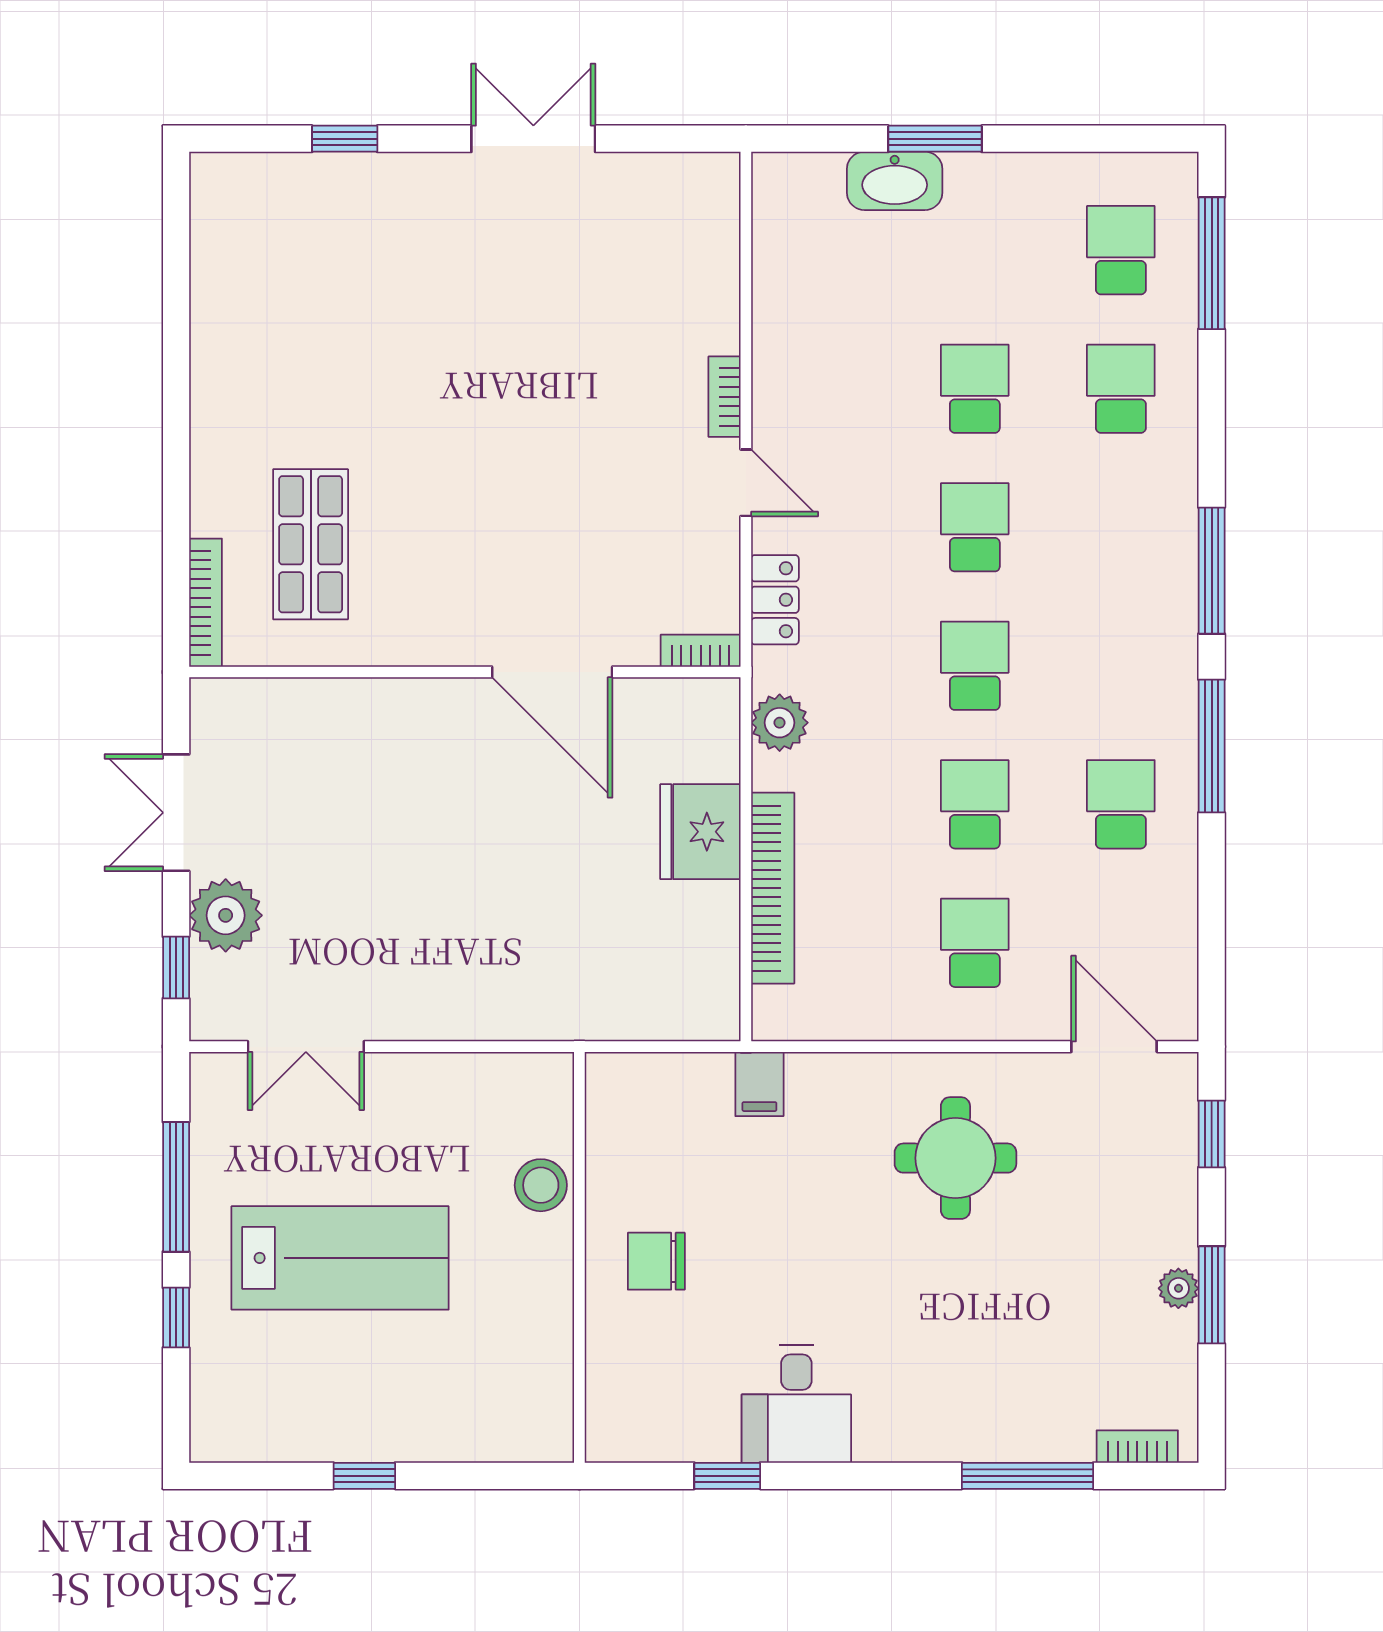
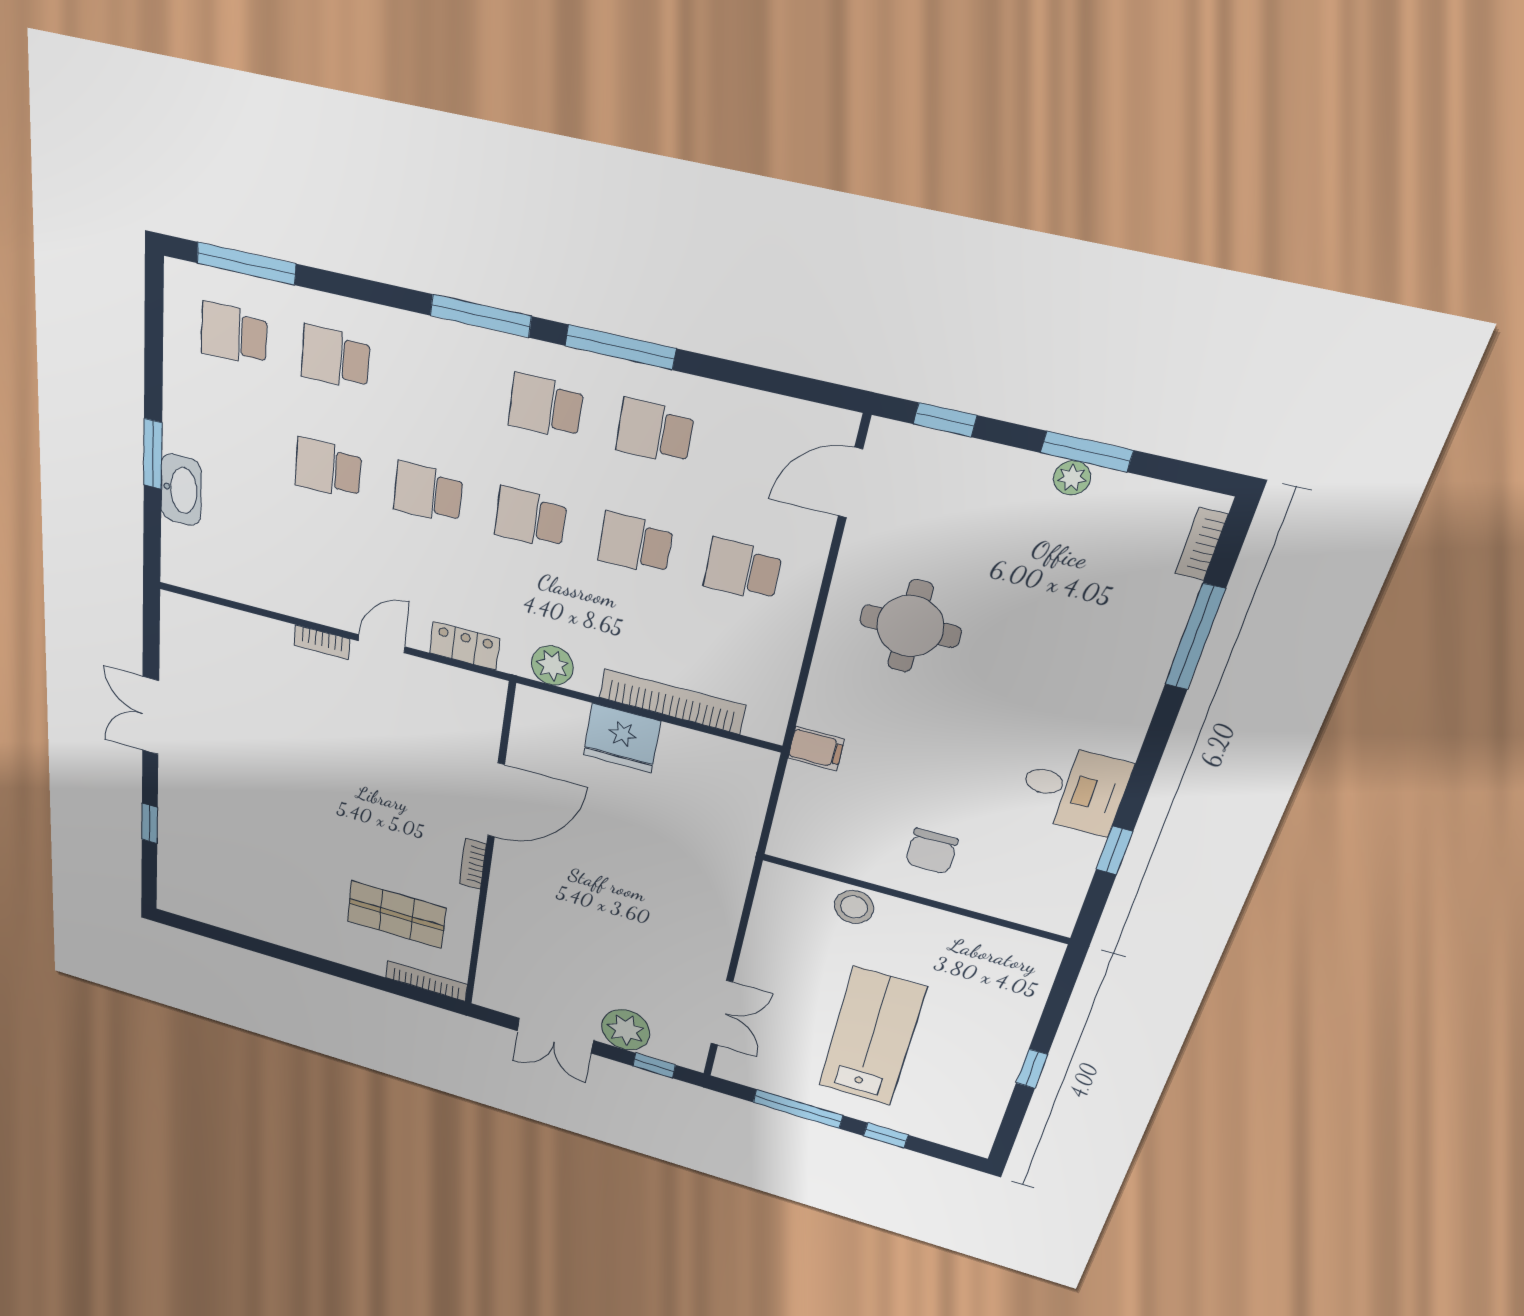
bookcase: (701, 651) -> (473, 864), moved
school desk: (1121, 666) -> (546, 406), added

